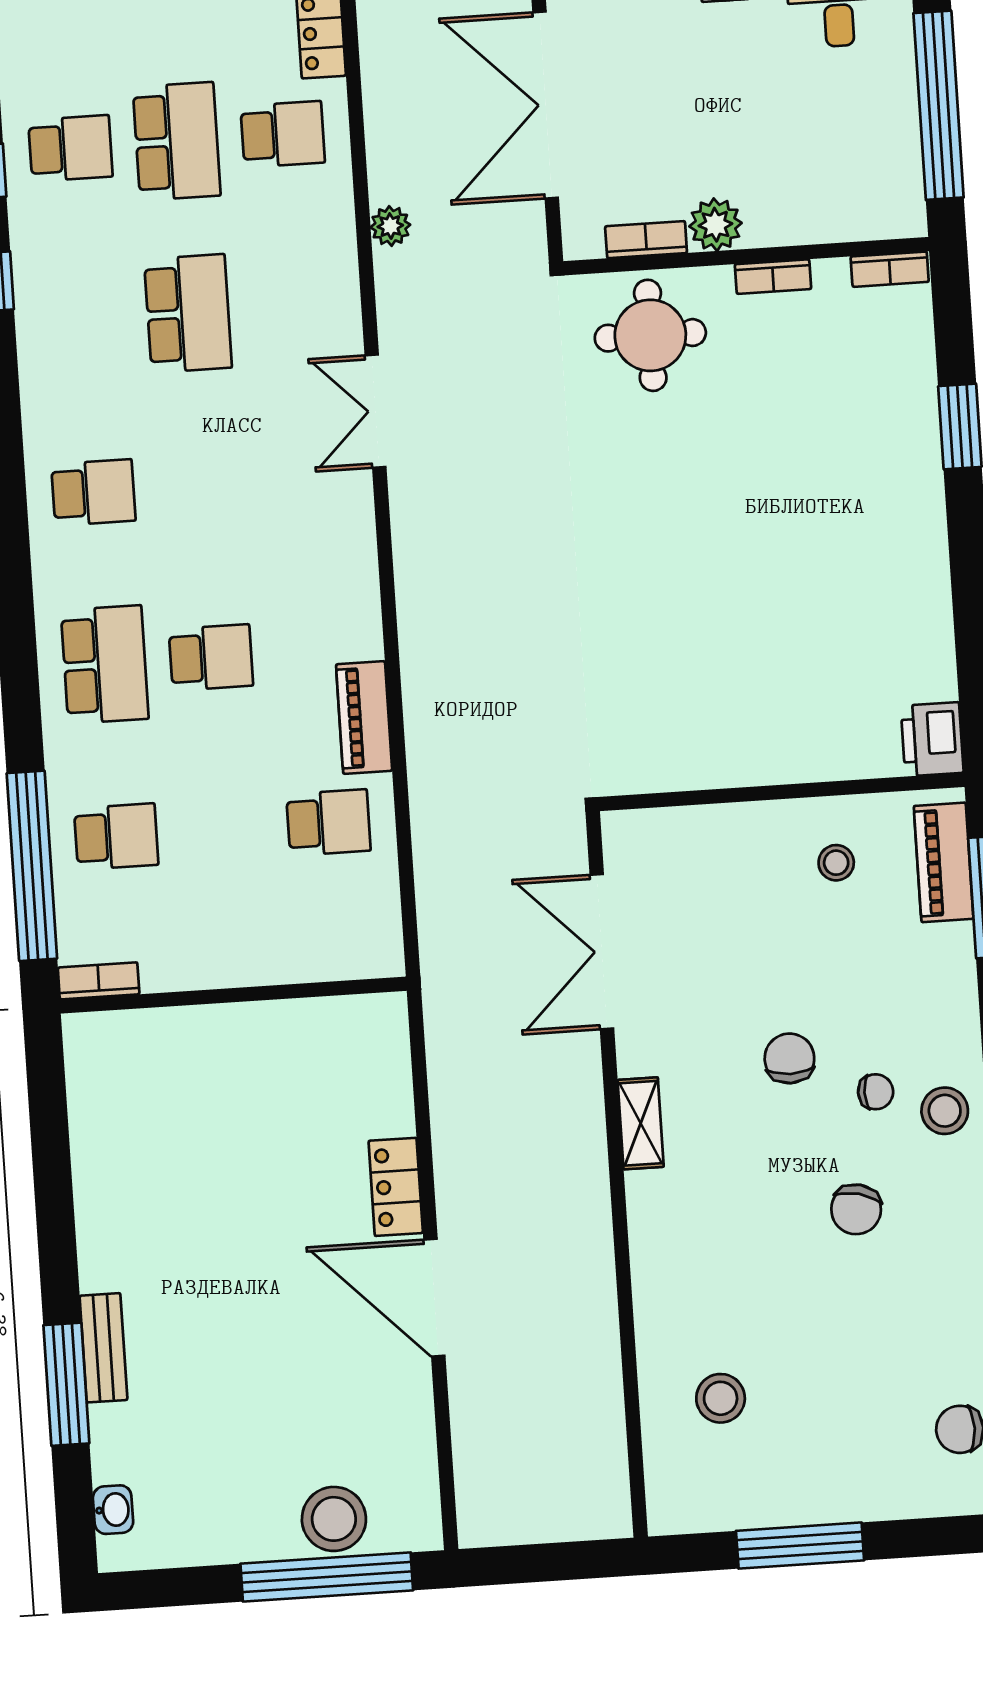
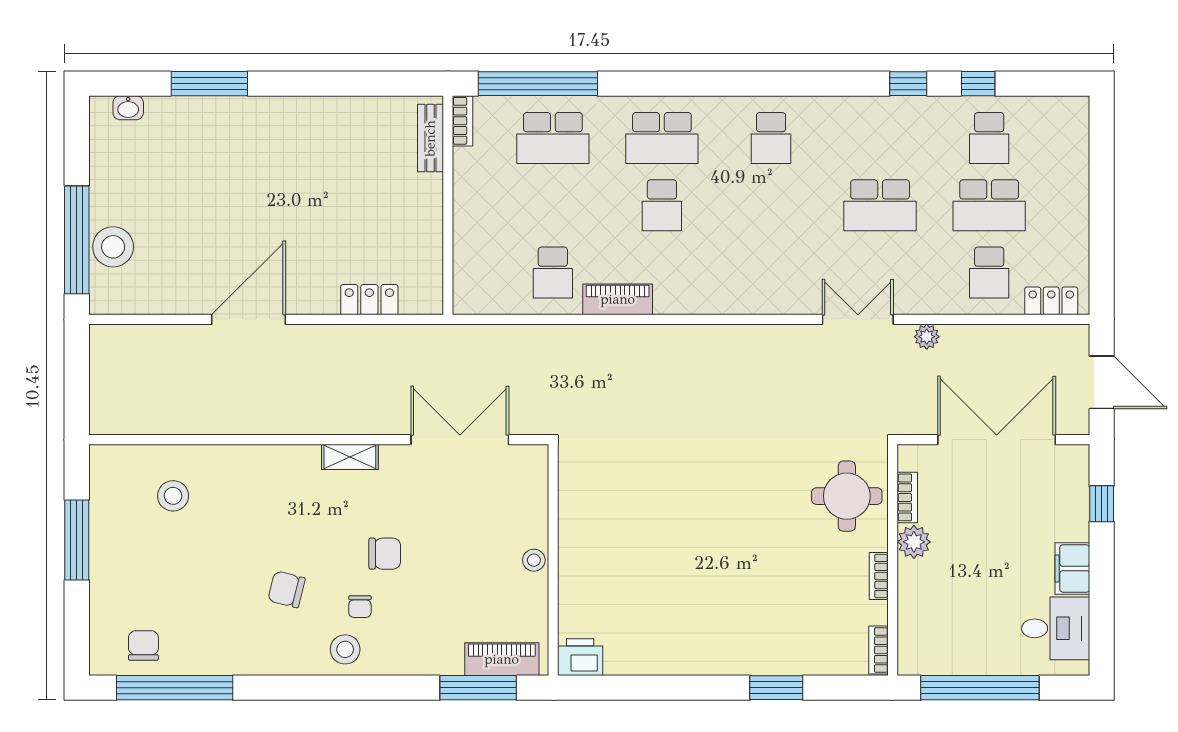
double door: (375, 411) -> (858, 319), moved
school desk: (116, 837) -> (553, 138), width x1.85
stool: (836, 863) -> (534, 560), moved
locker: (396, 1187) -> (369, 300), moved
bench: (103, 1348) -> (430, 138), moved, turned 90

